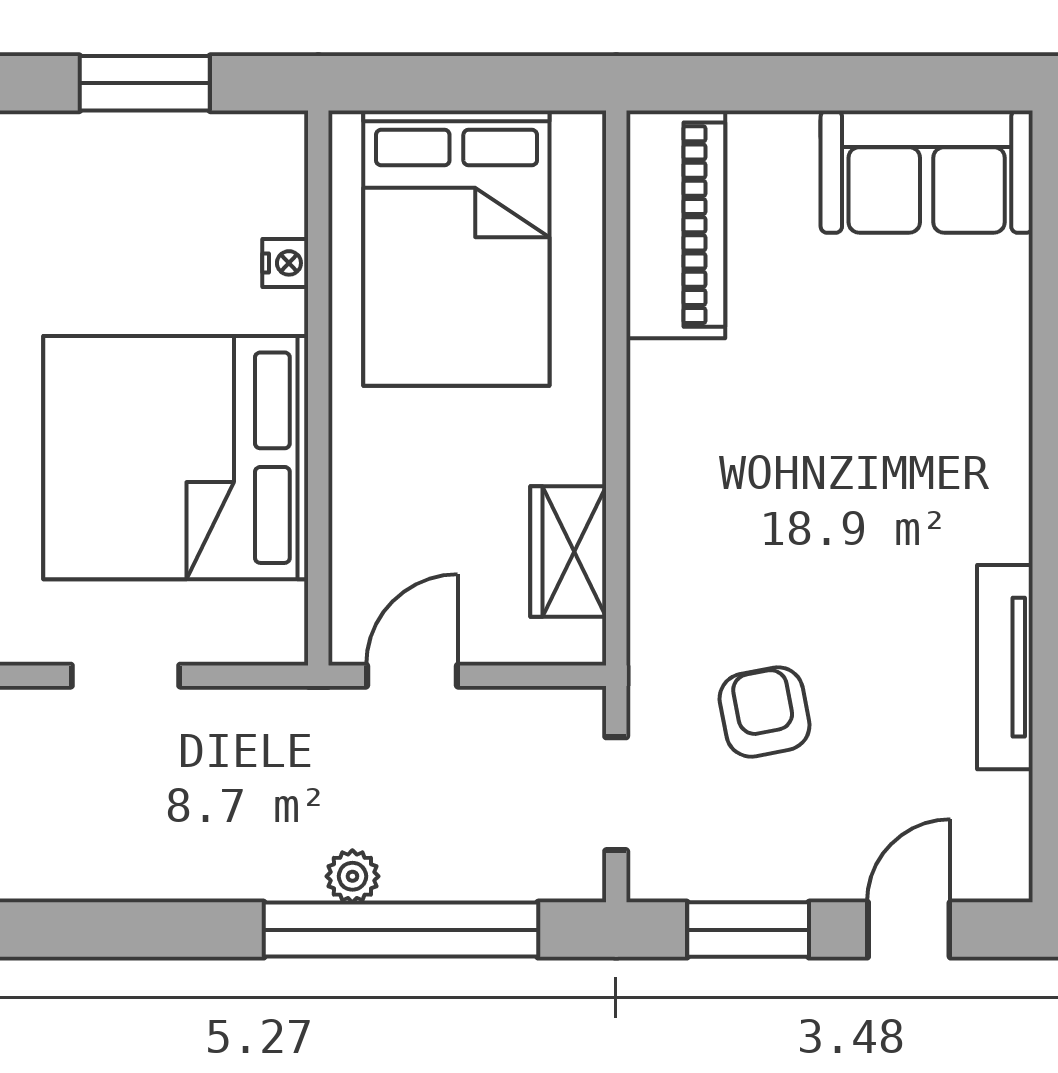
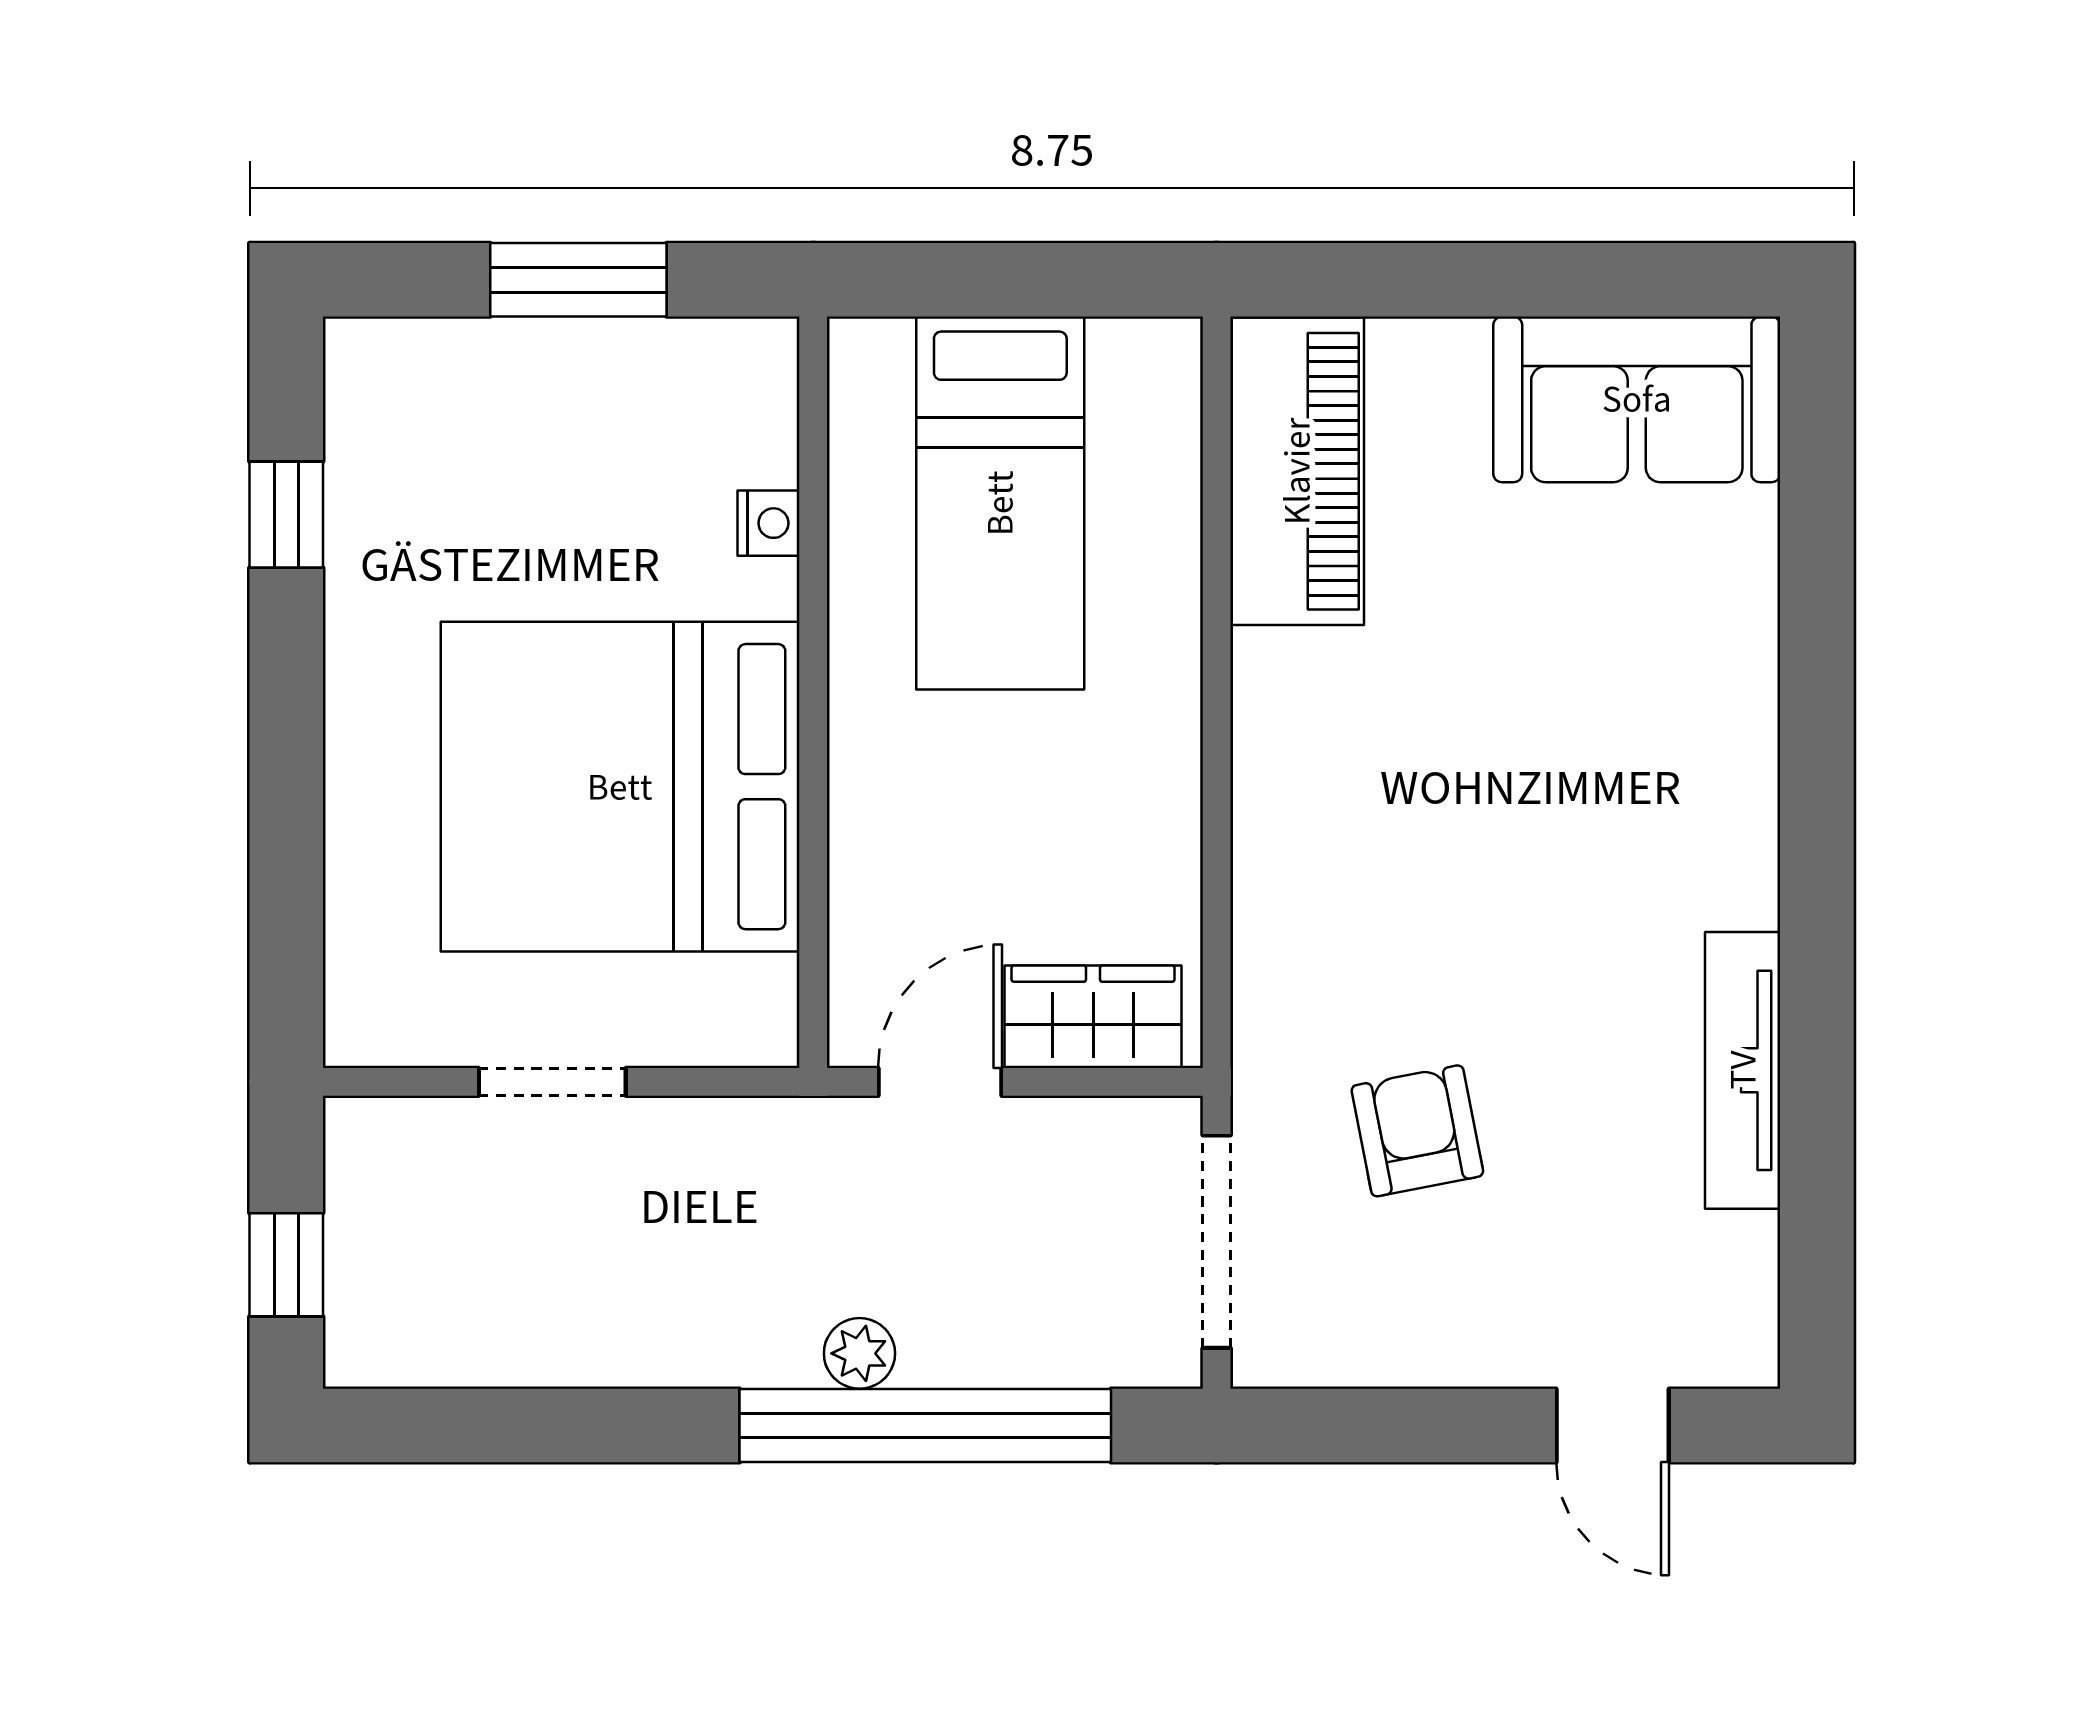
bed: (456, 248) -> (1000, 503), width x0.67
wardrobe: (568, 552) -> (1093, 1017), moved, turned 90
doorway: (616, 794) -> (1217, 1242), width x1.38
window: (748, 930) -> (1395, 1425), removed
door: (909, 930) -> (1613, 1425), swing flipped

